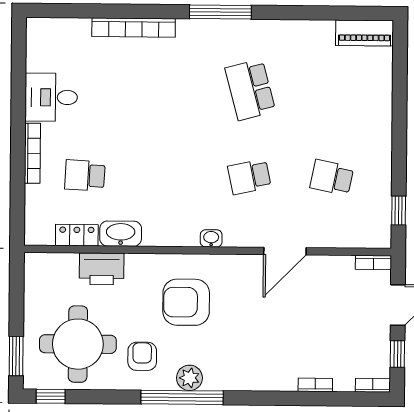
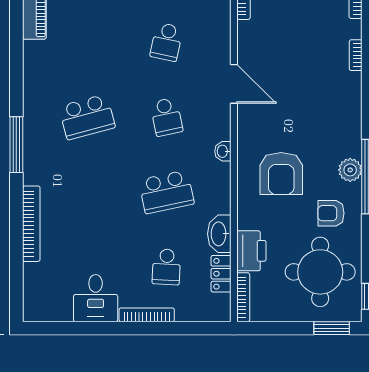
school desk: (167, 176) -> (166, 192), added
bookcase: (51, 259) -> (243, 297), added

